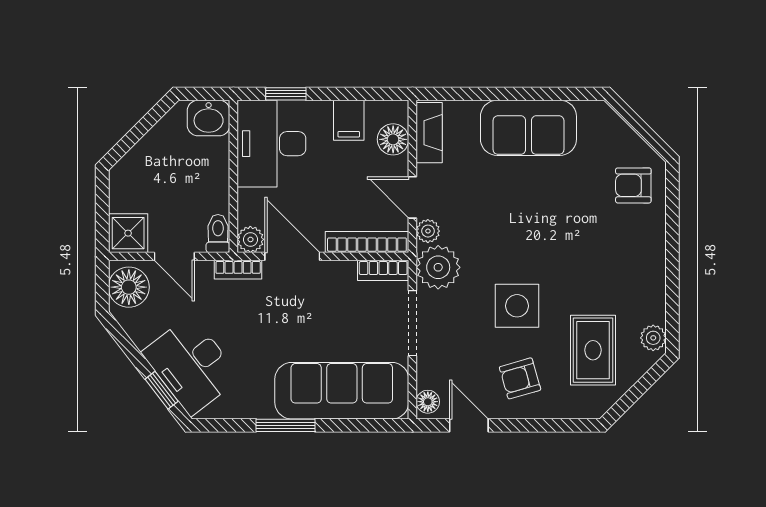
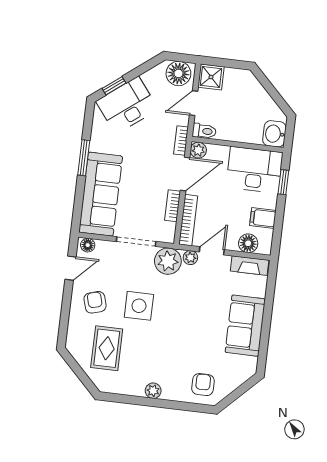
bookcase: (383, 270) -> (173, 206), moved
plant: (653, 338) -> (153, 391), moved
rug: (593, 350) -> (107, 348), turned 90

